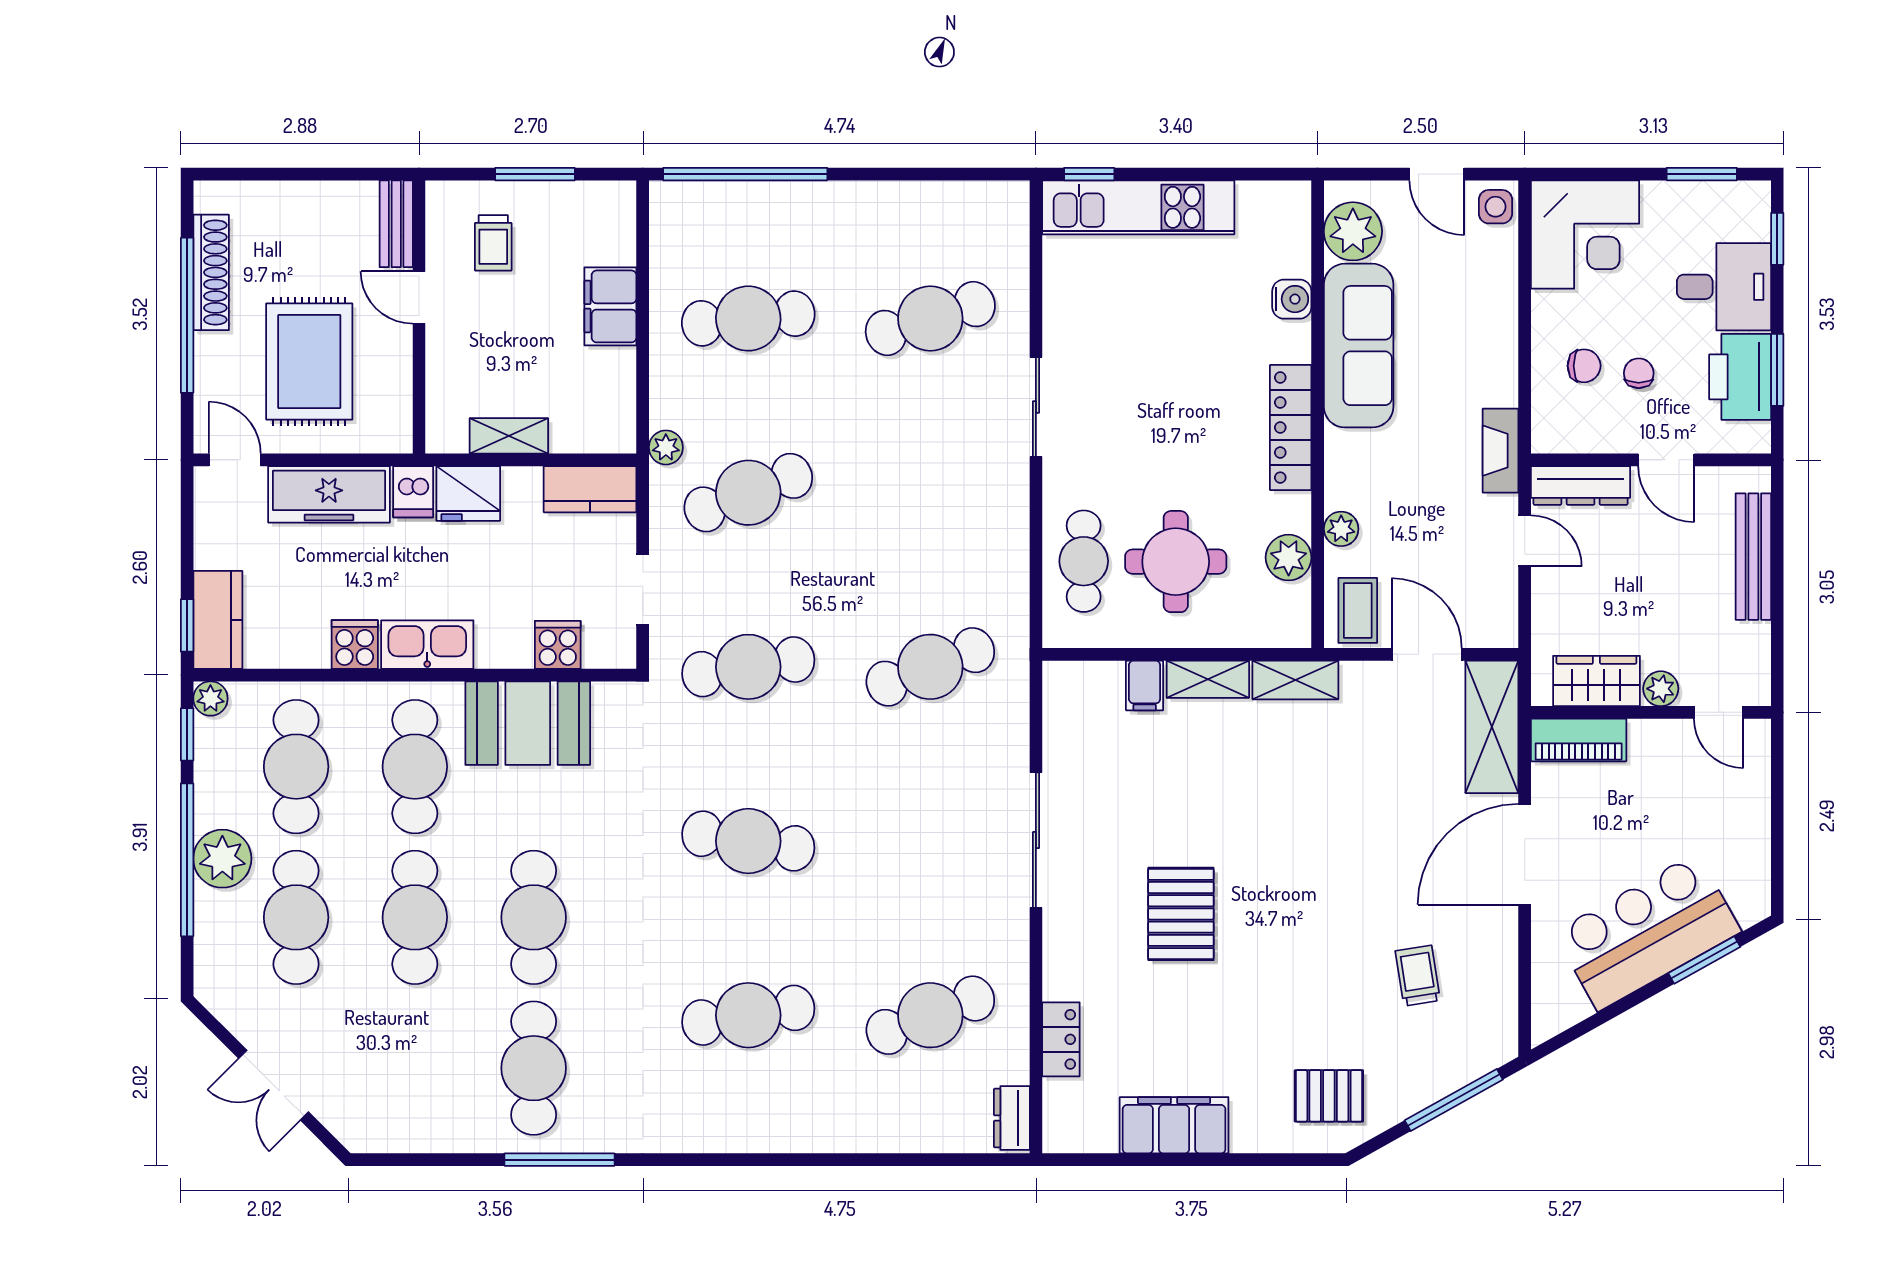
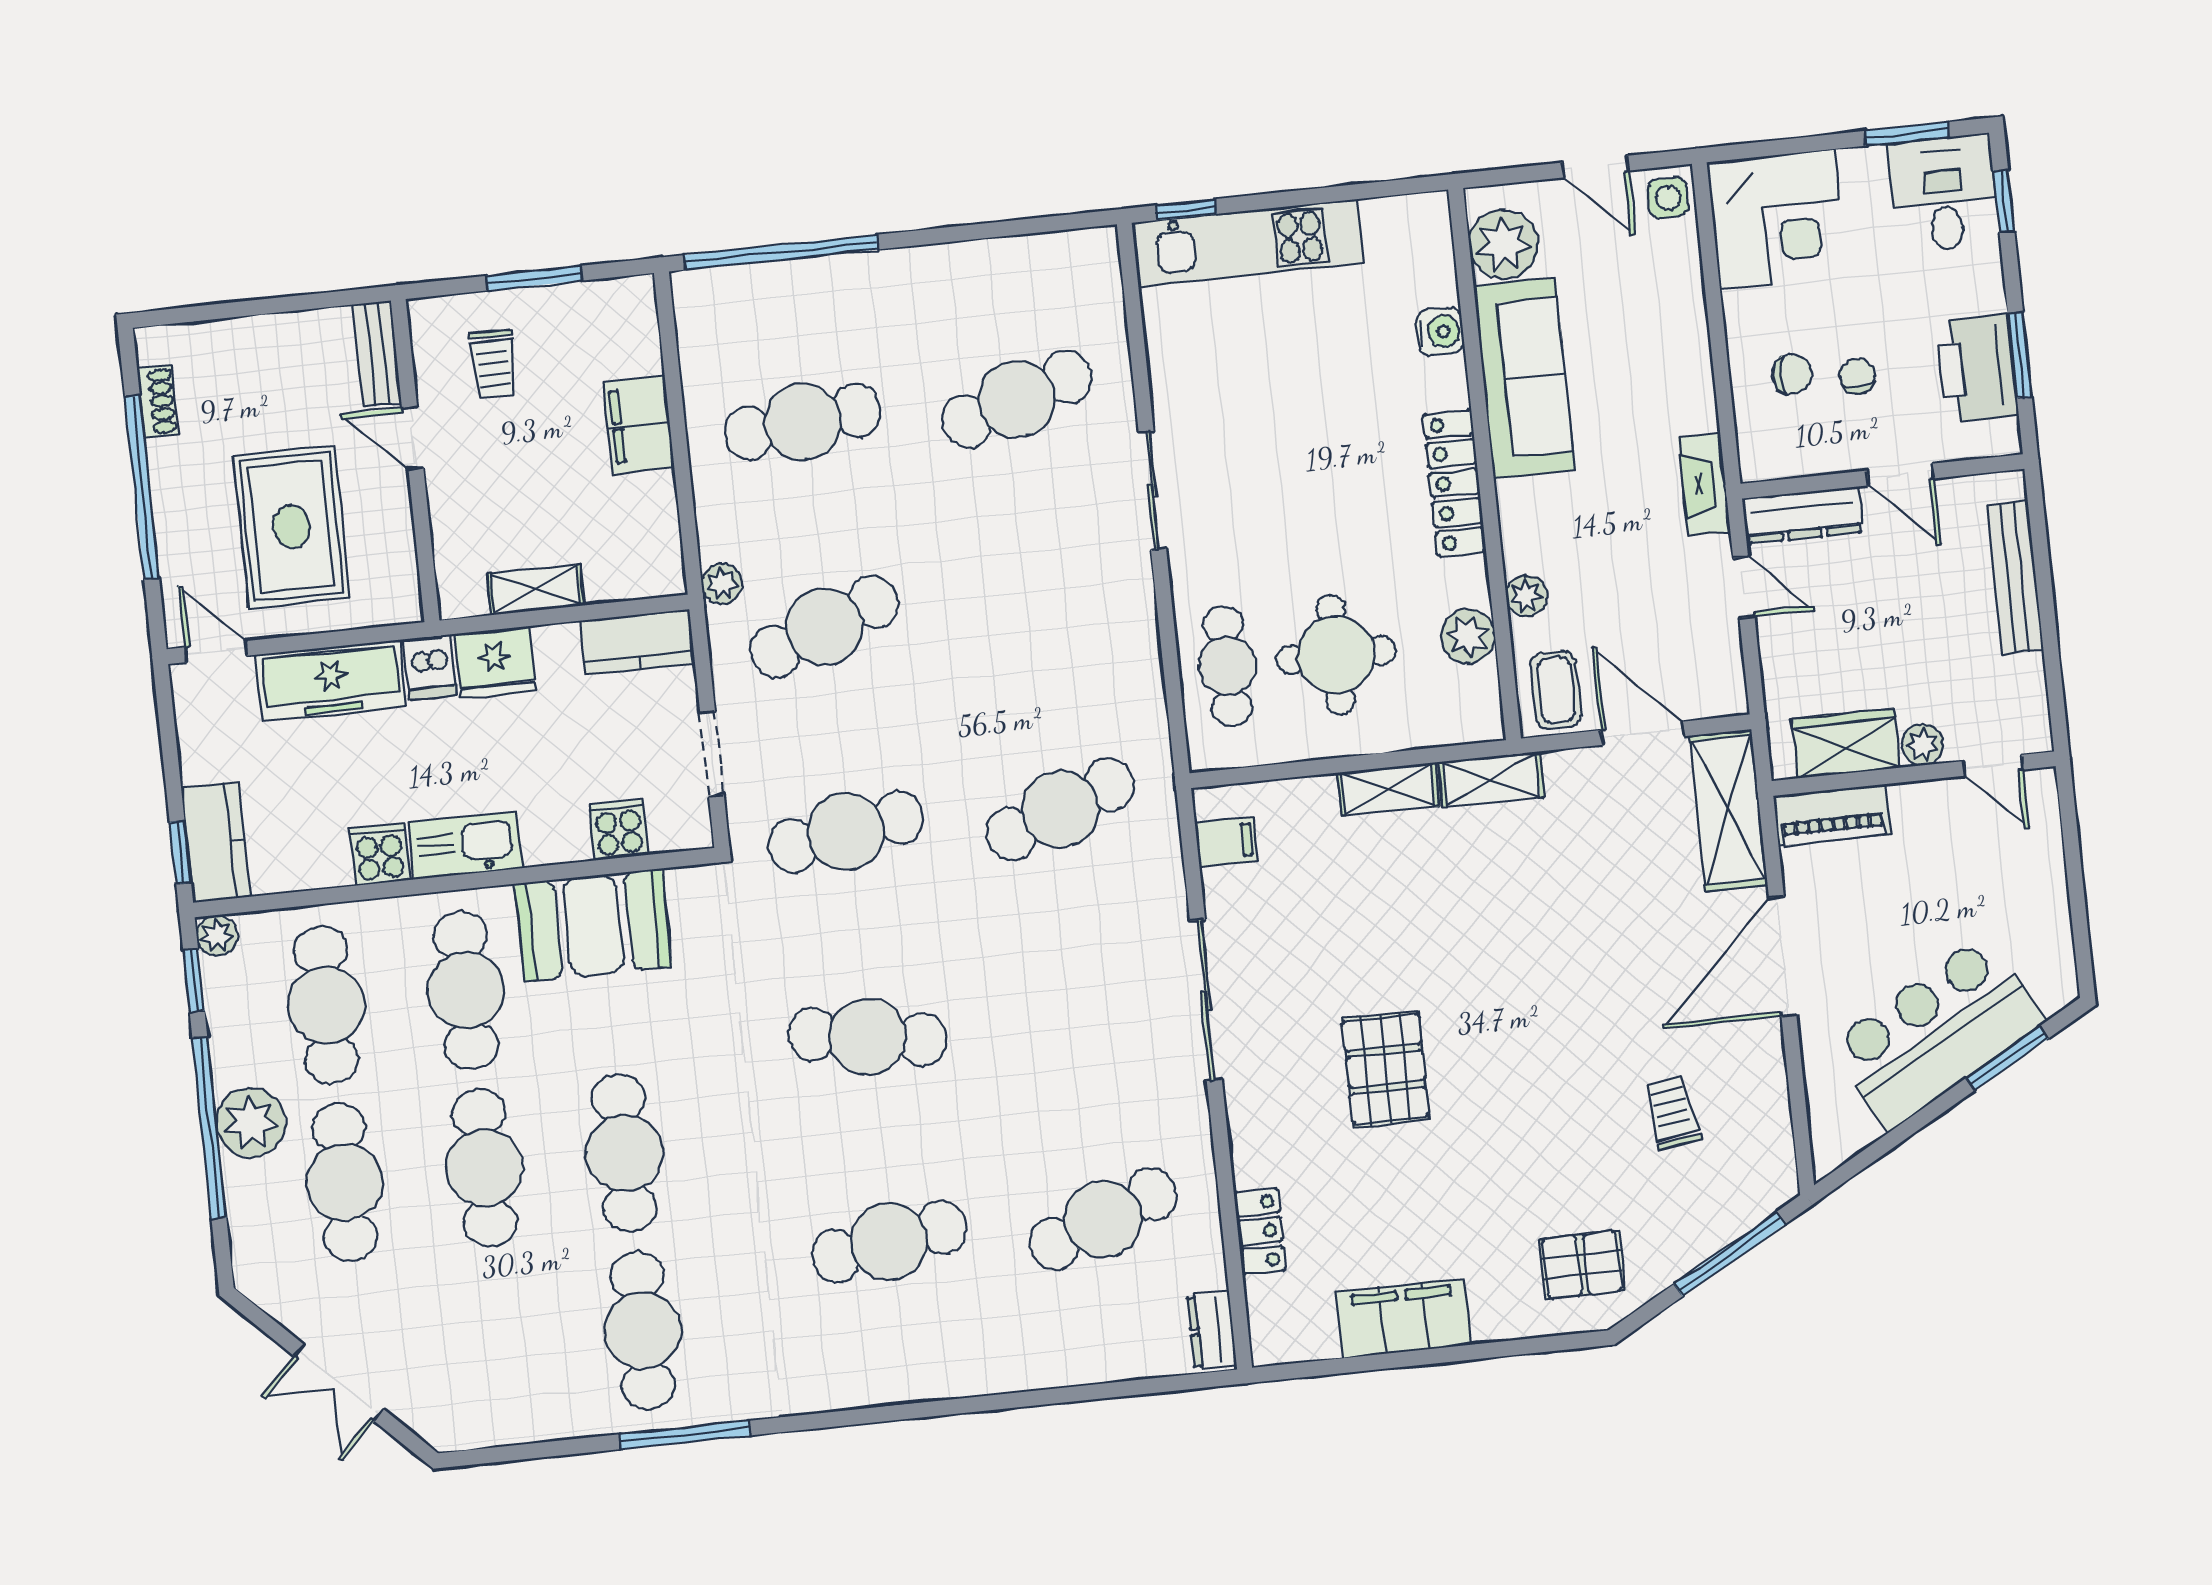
shoe rack: (211, 272) -> (158, 401), width x0.51, depth x0.81
desk: (1724, 287) -> (1944, 193), moved, turned -90
filing cabinet: (1145, 686) -> (1226, 842), moved, turned -90

